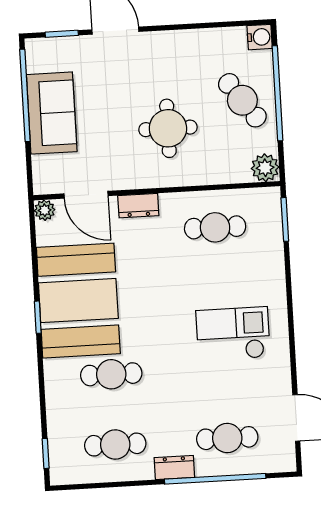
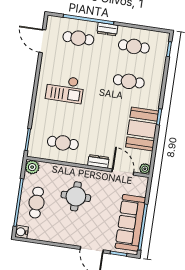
cafe table: (242, 100) -> (37, 203), turned 36
sofa: (52, 113) -> (130, 223), width x1.36
booth: (78, 301) -> (142, 129), width x0.73, depth x0.70

